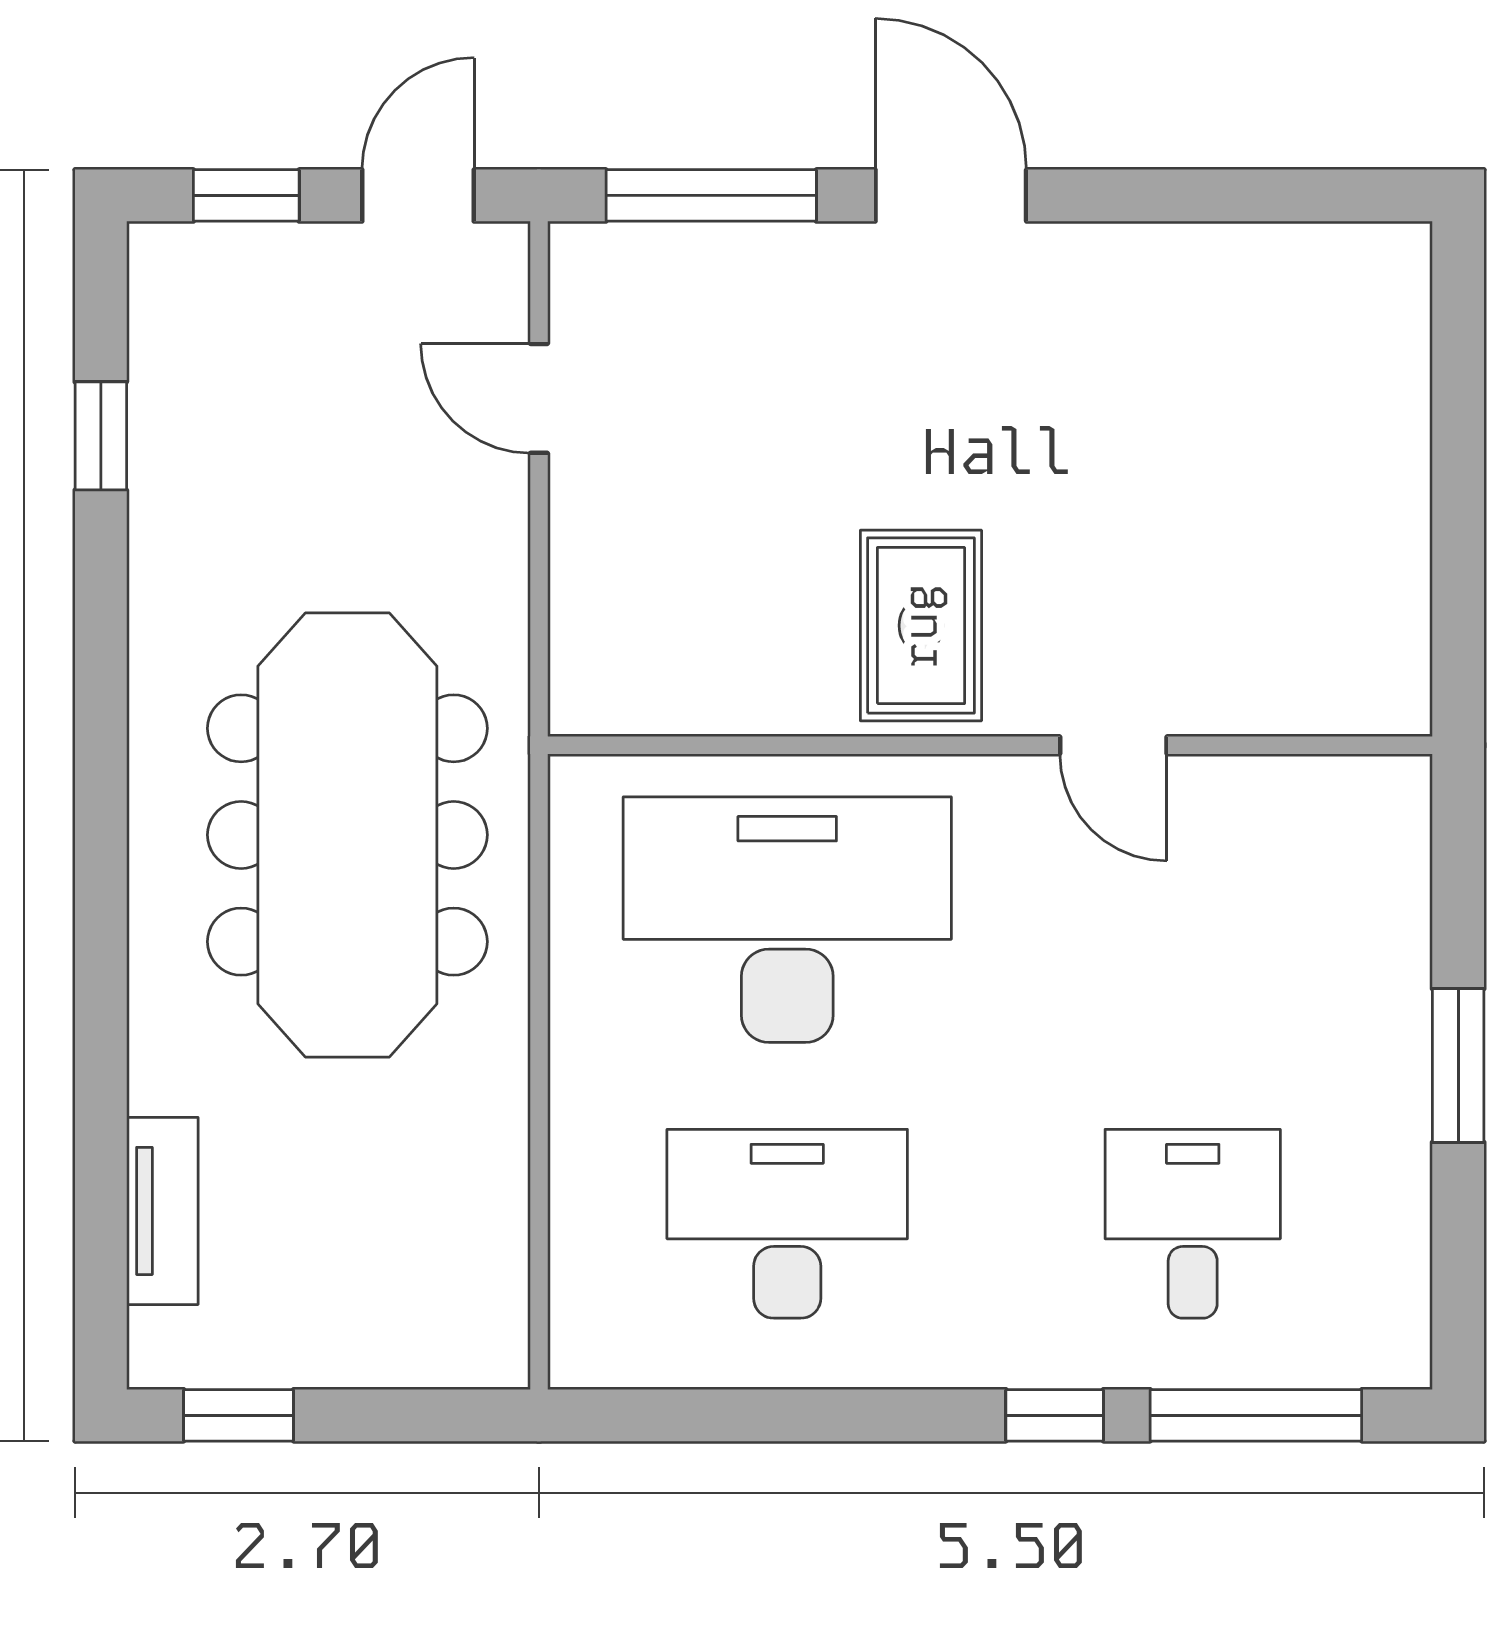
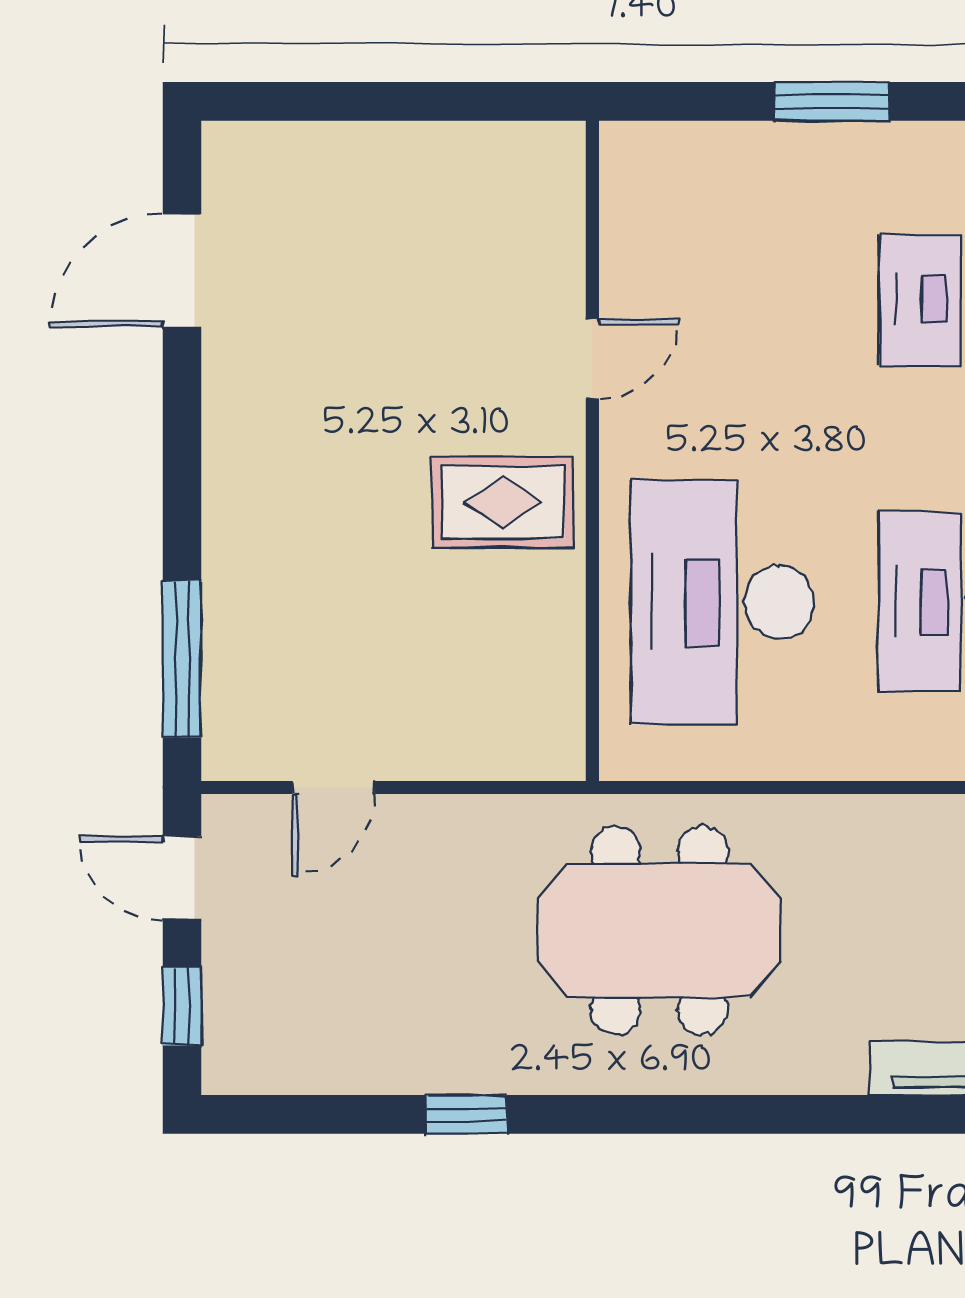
door: (951, 195) -> (182, 270), moved
window: (101, 436) -> (467, 1114), moved
meeting table: (347, 835) -> (659, 930), width x0.73

